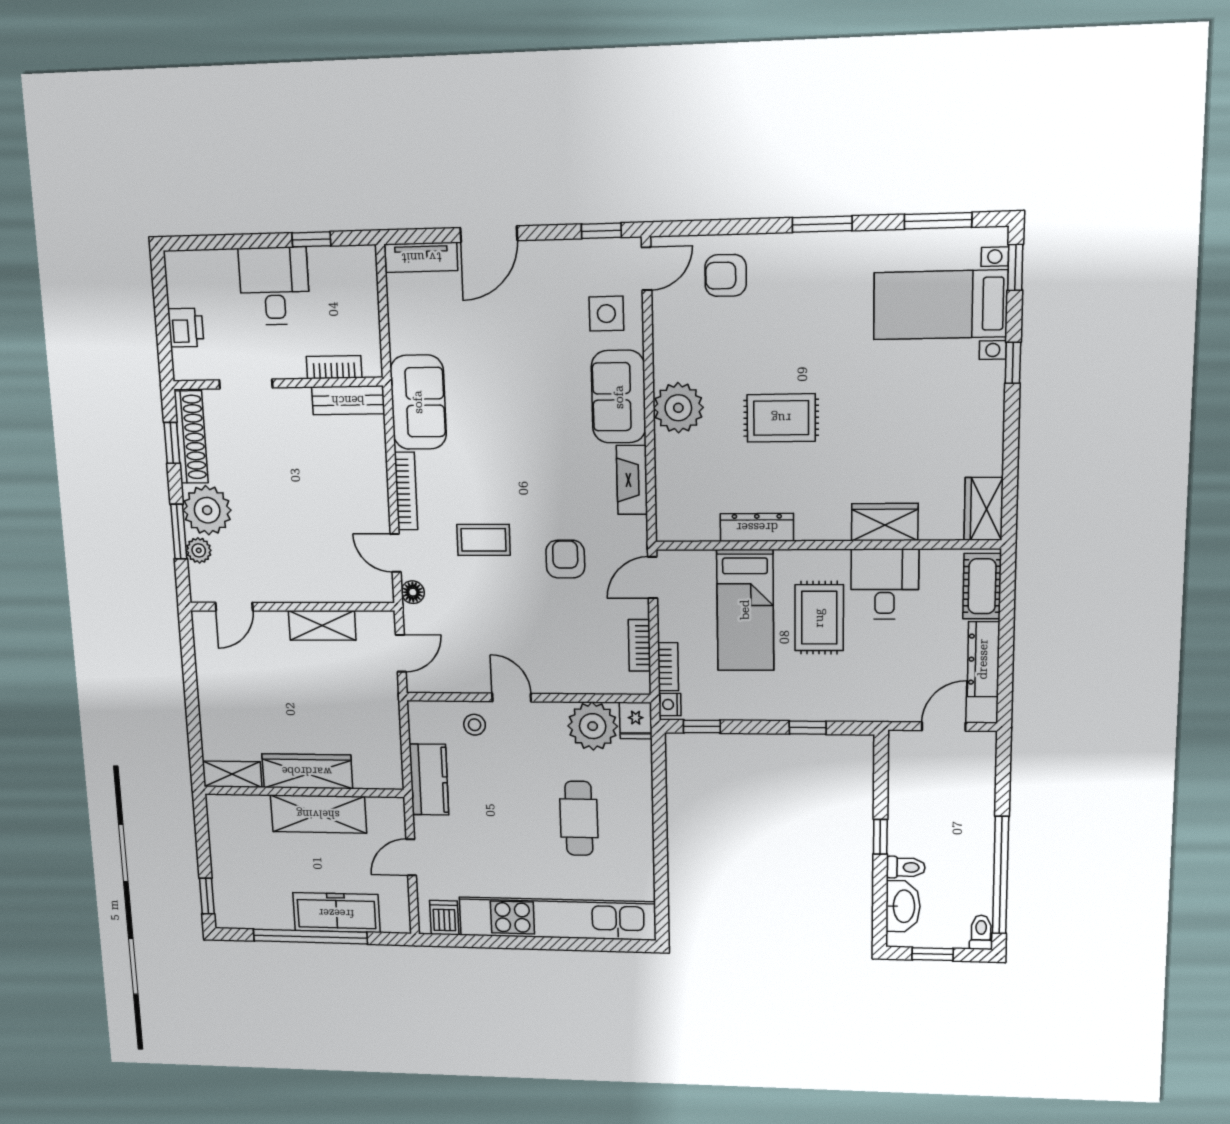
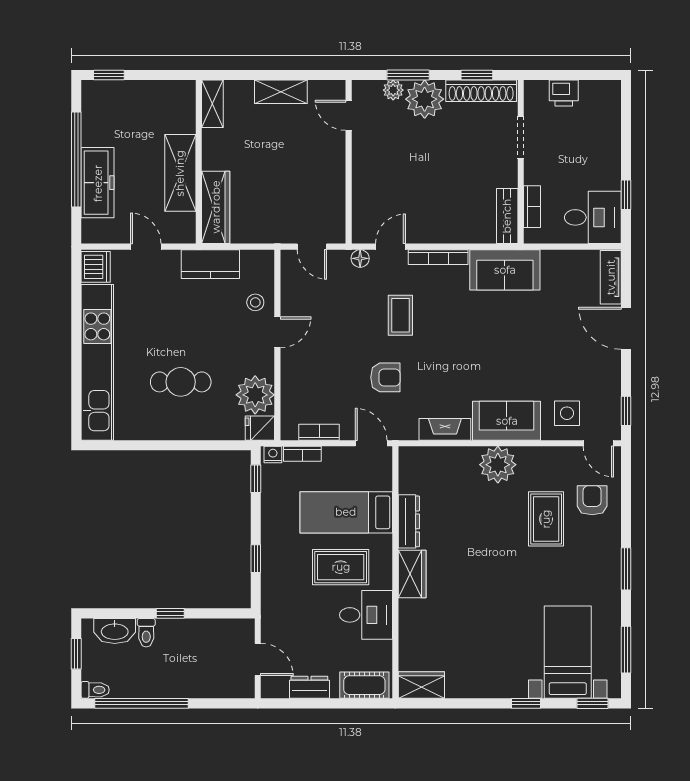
desk: (274, 286) -> (593, 217), moved
rug: (781, 418) -> (546, 519), moved
wardrobe: (885, 522) -> (412, 574), moved
shelving: (322, 625) -> (281, 92), moved, turned 90
dresser: (983, 659) -> (309, 687), width x0.70
wardrobe: (307, 771) -> (216, 207), moved
dishwasher: (444, 918) -> (96, 267), width x1.38

